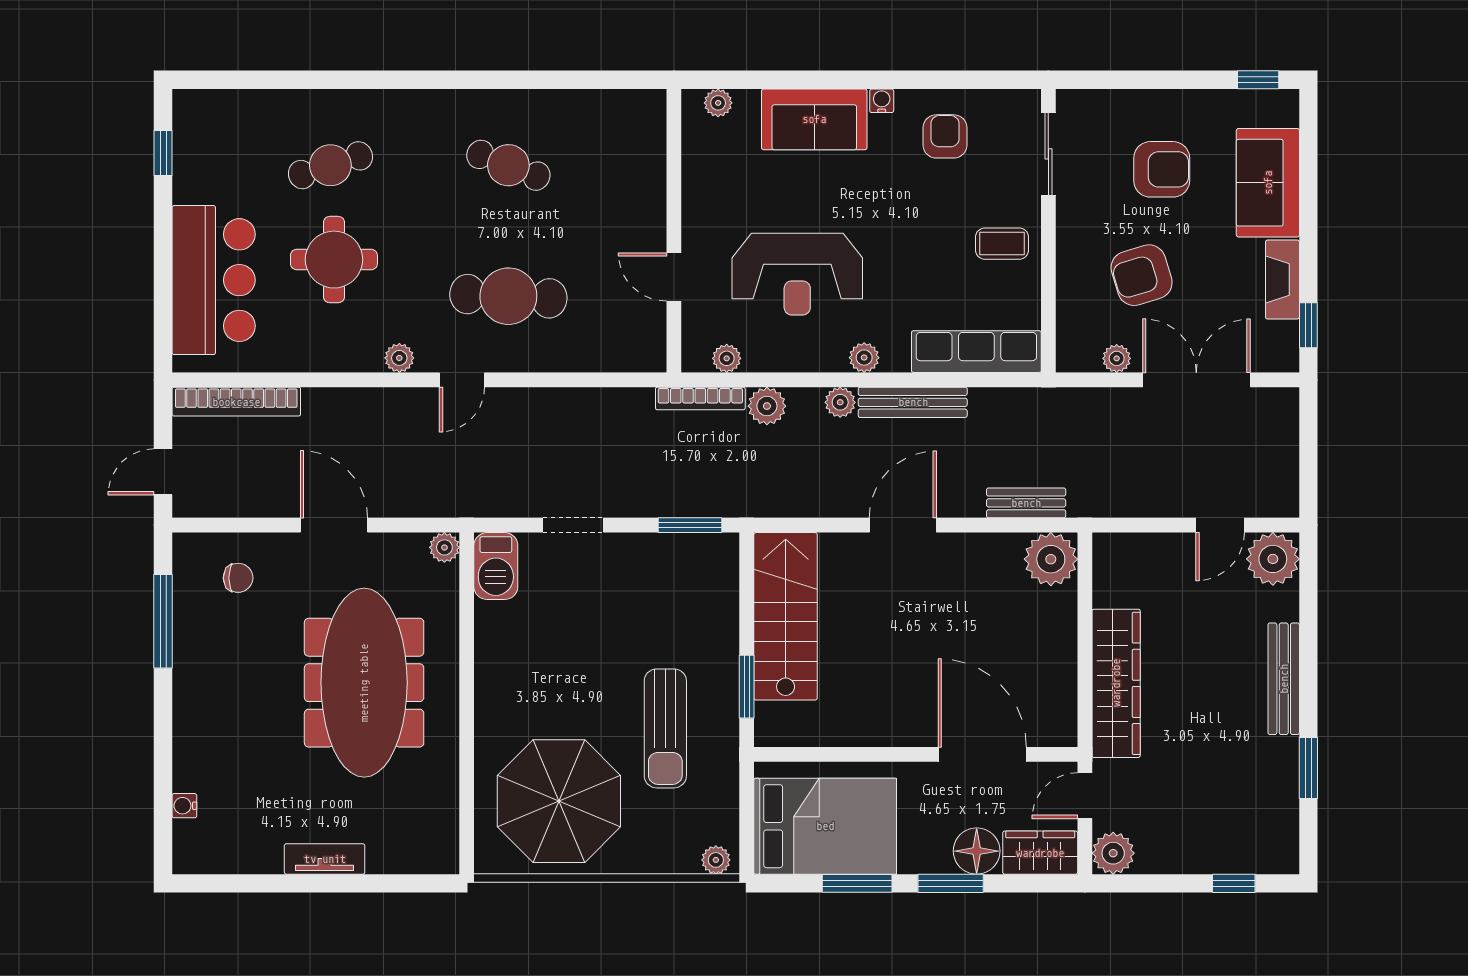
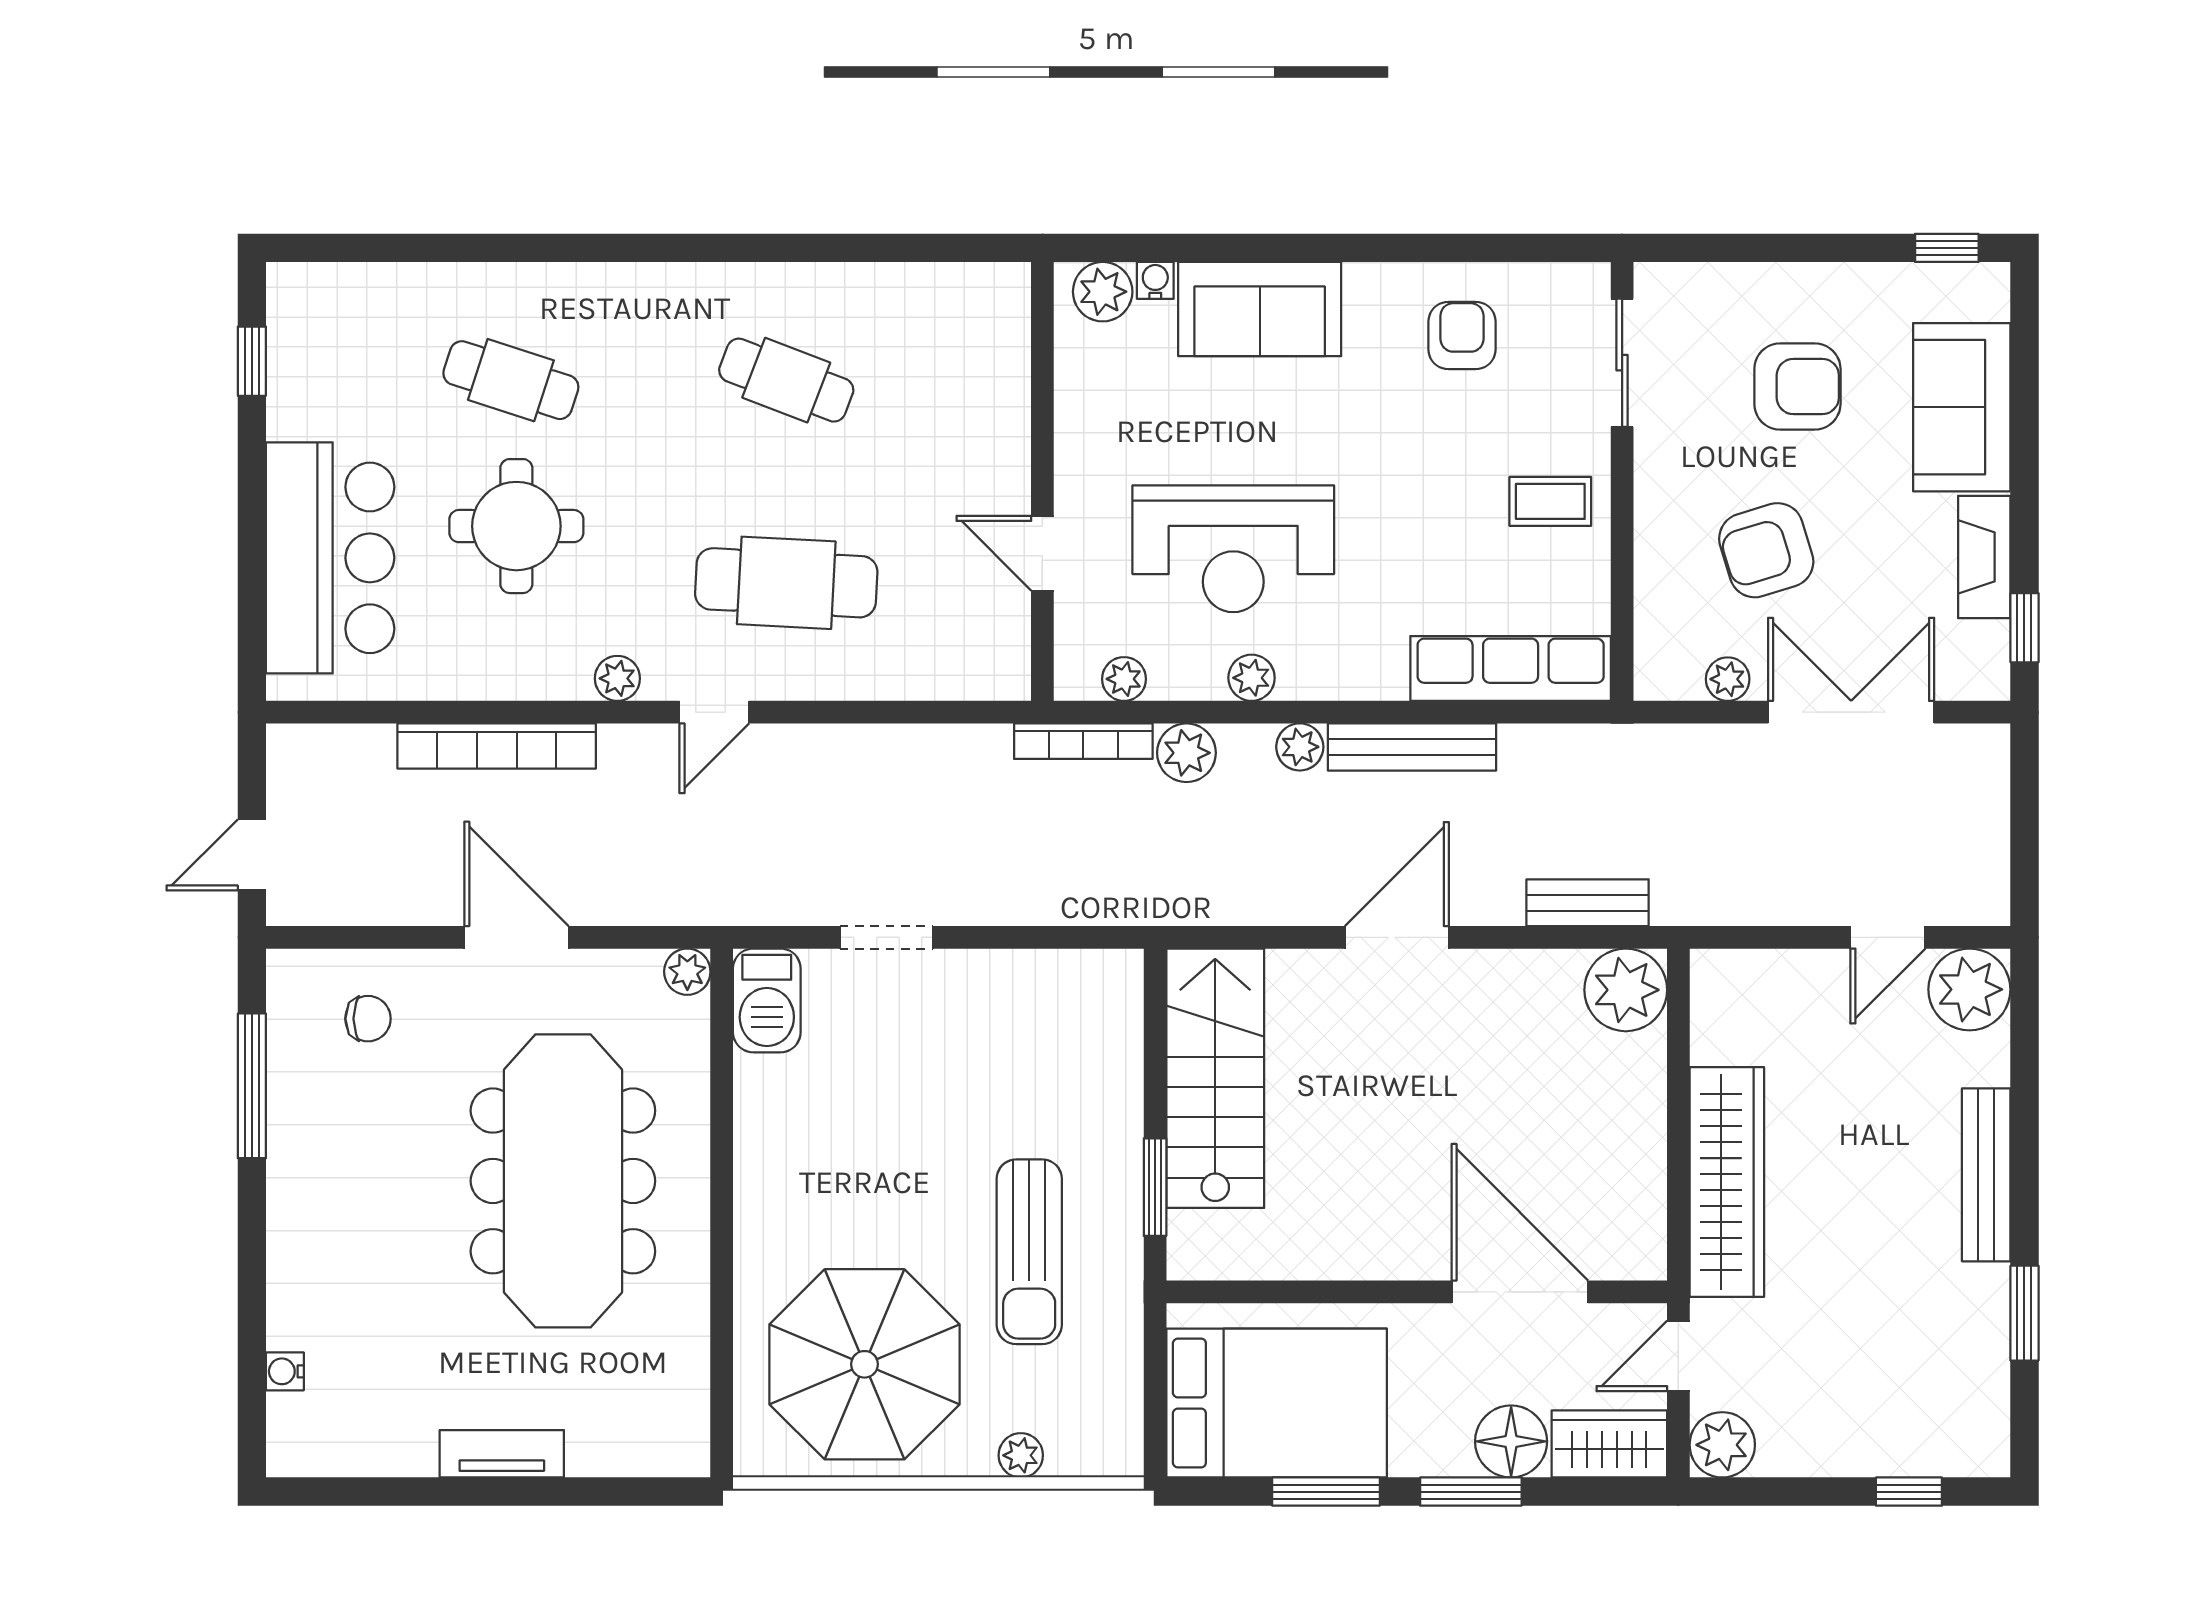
water cooler: (882, 101) -> (1155, 280), moved
plant: (718, 103) -> (1103, 292), width x1.38, depth x1.38
cafe table: (330, 165) -> (511, 380), turned 36
plant: (864, 358) -> (1252, 678), moved
bookcase: (236, 402) -> (497, 746), moved
window: (690, 525) -> (1067, 937), removed
plant: (716, 860) -> (1021, 1455), moved

